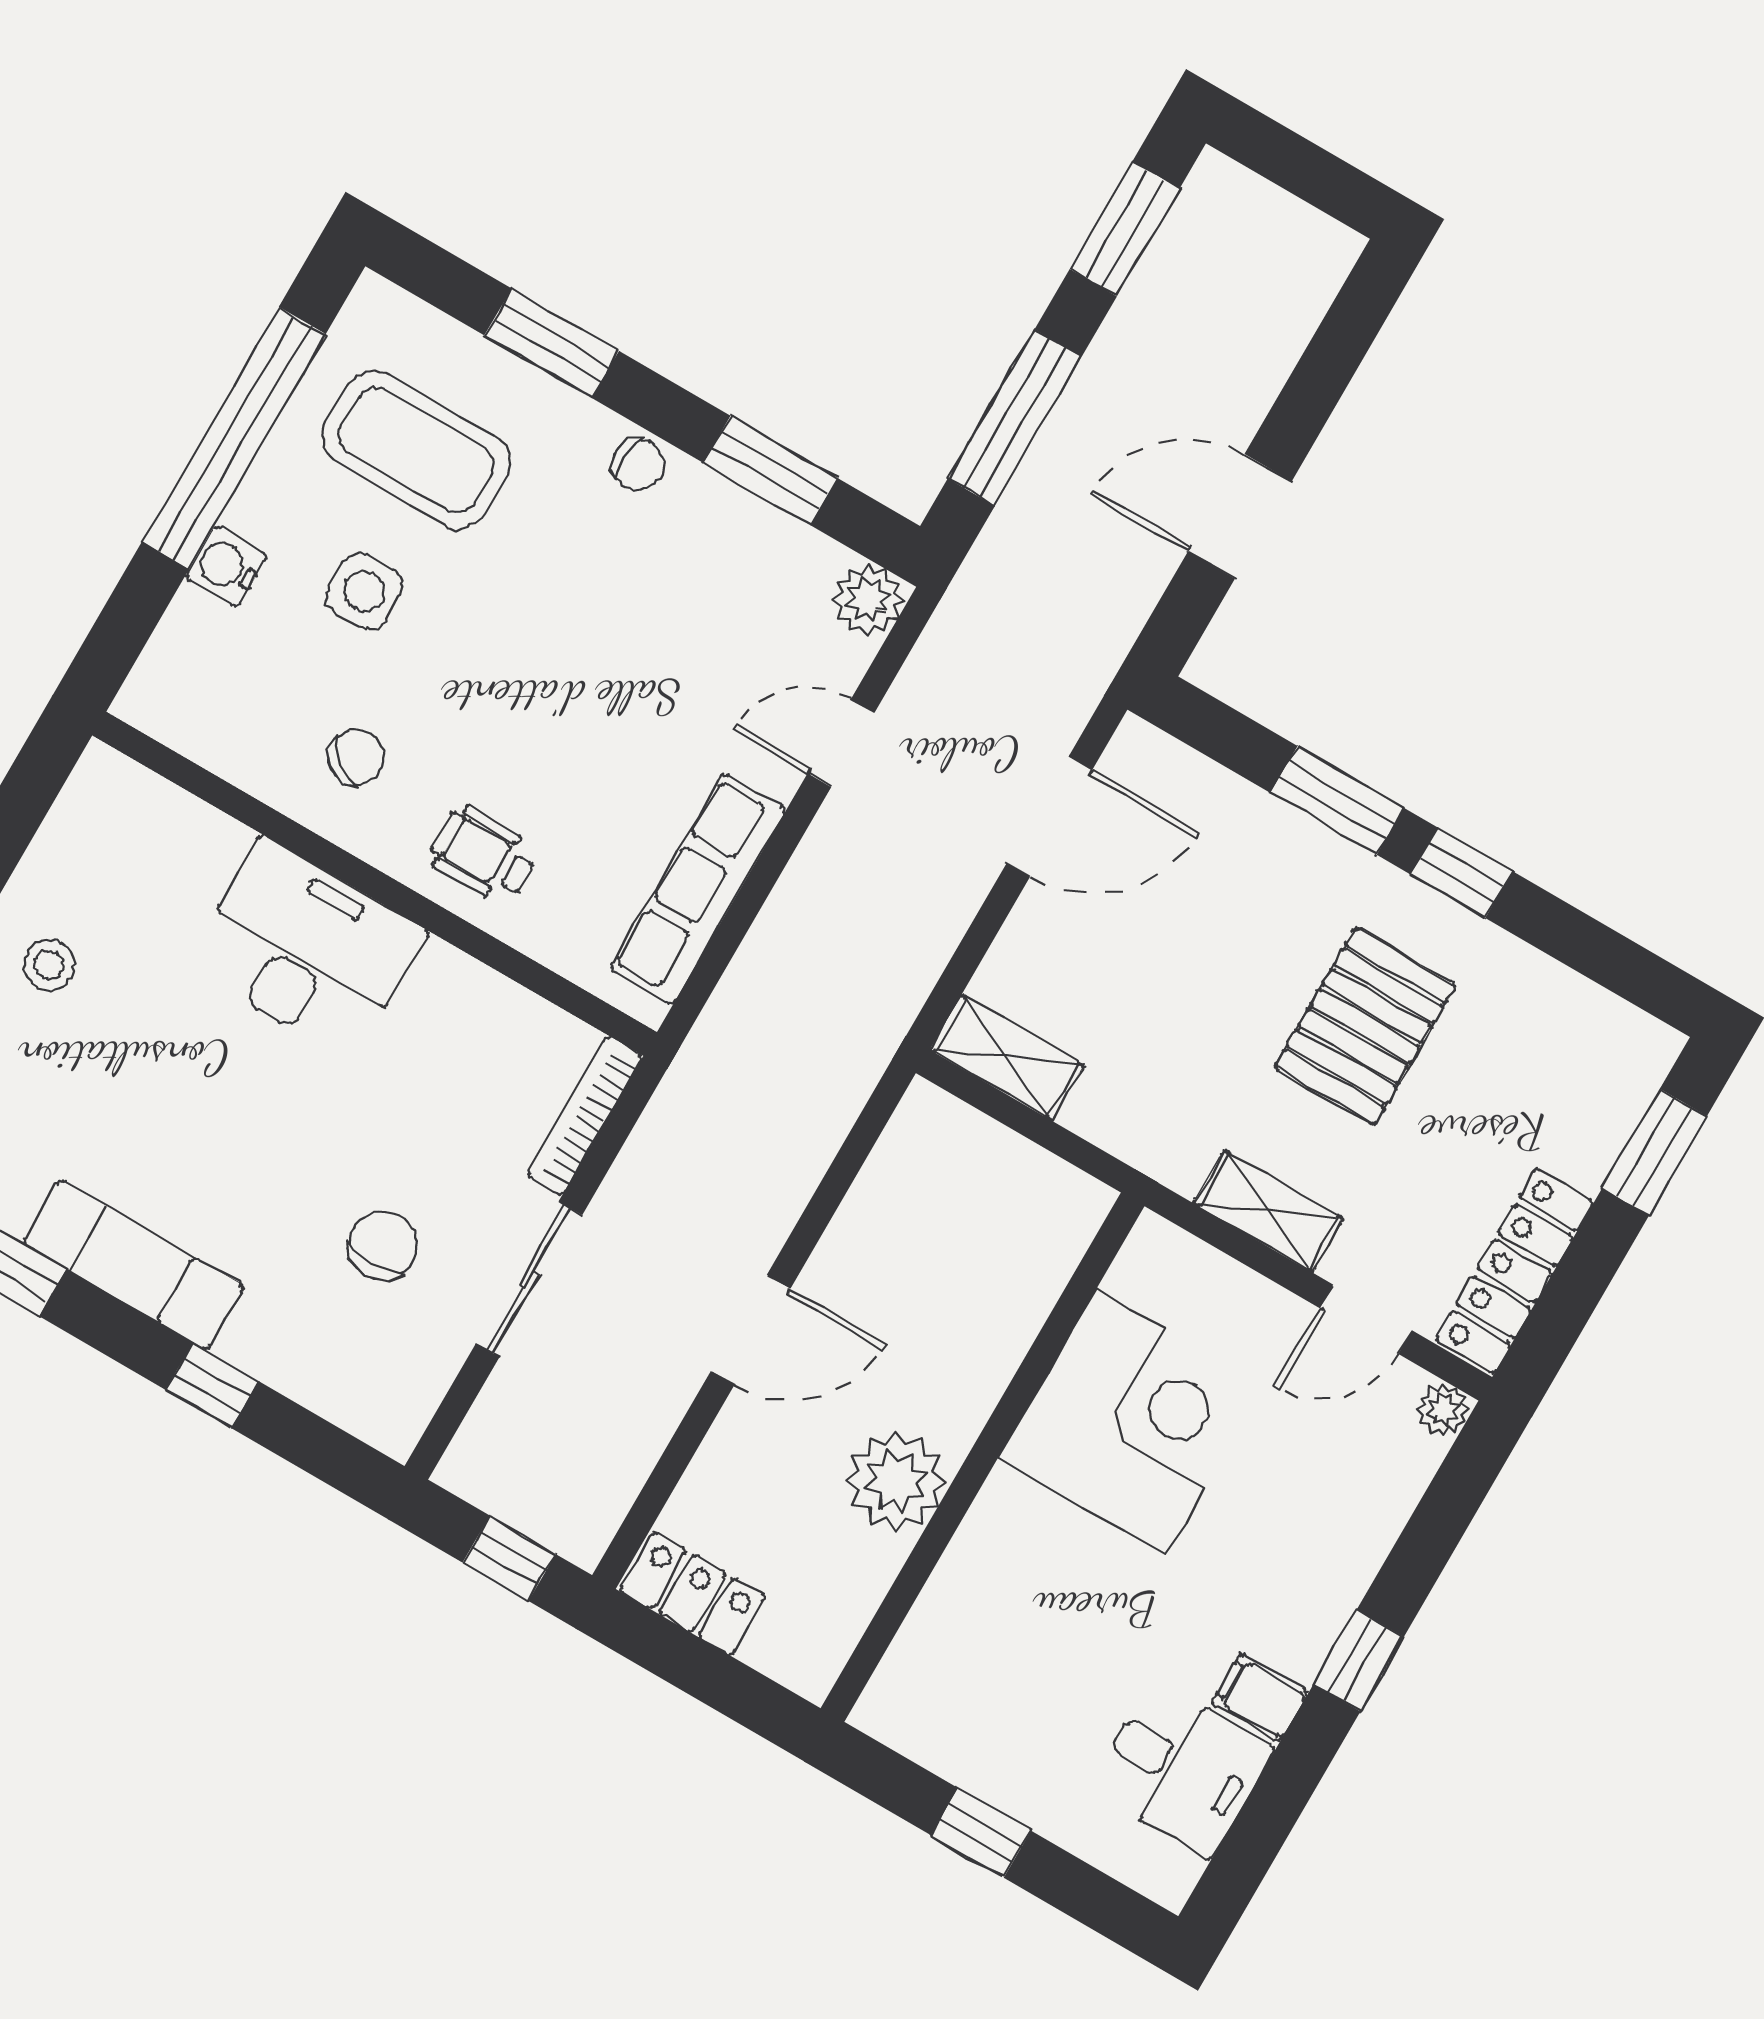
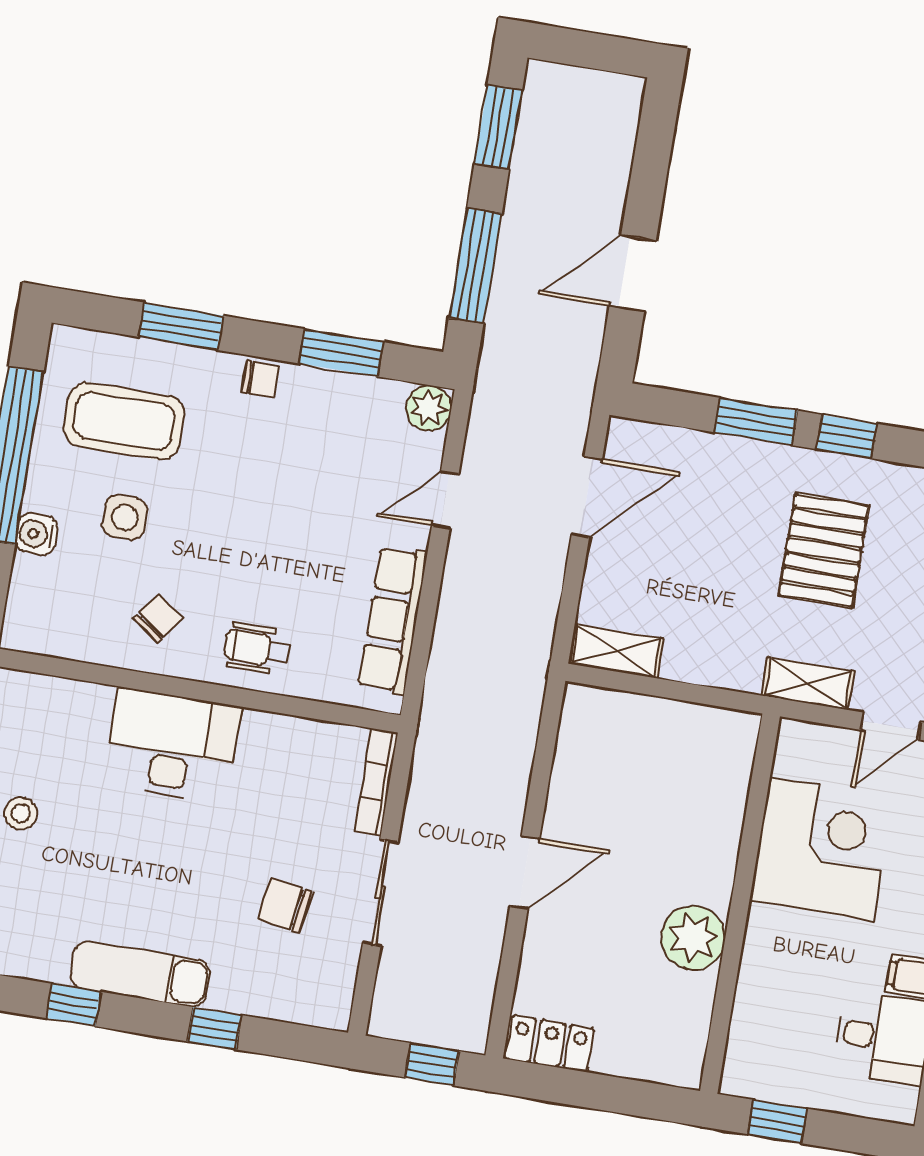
chair: (382, 1246) -> (285, 906), turned -81
corner desk: (1131, 1423) -> (821, 849), moved
wall: (983, 1457) -> (740, 904), moved
plant: (896, 1481) -> (693, 938), moved

